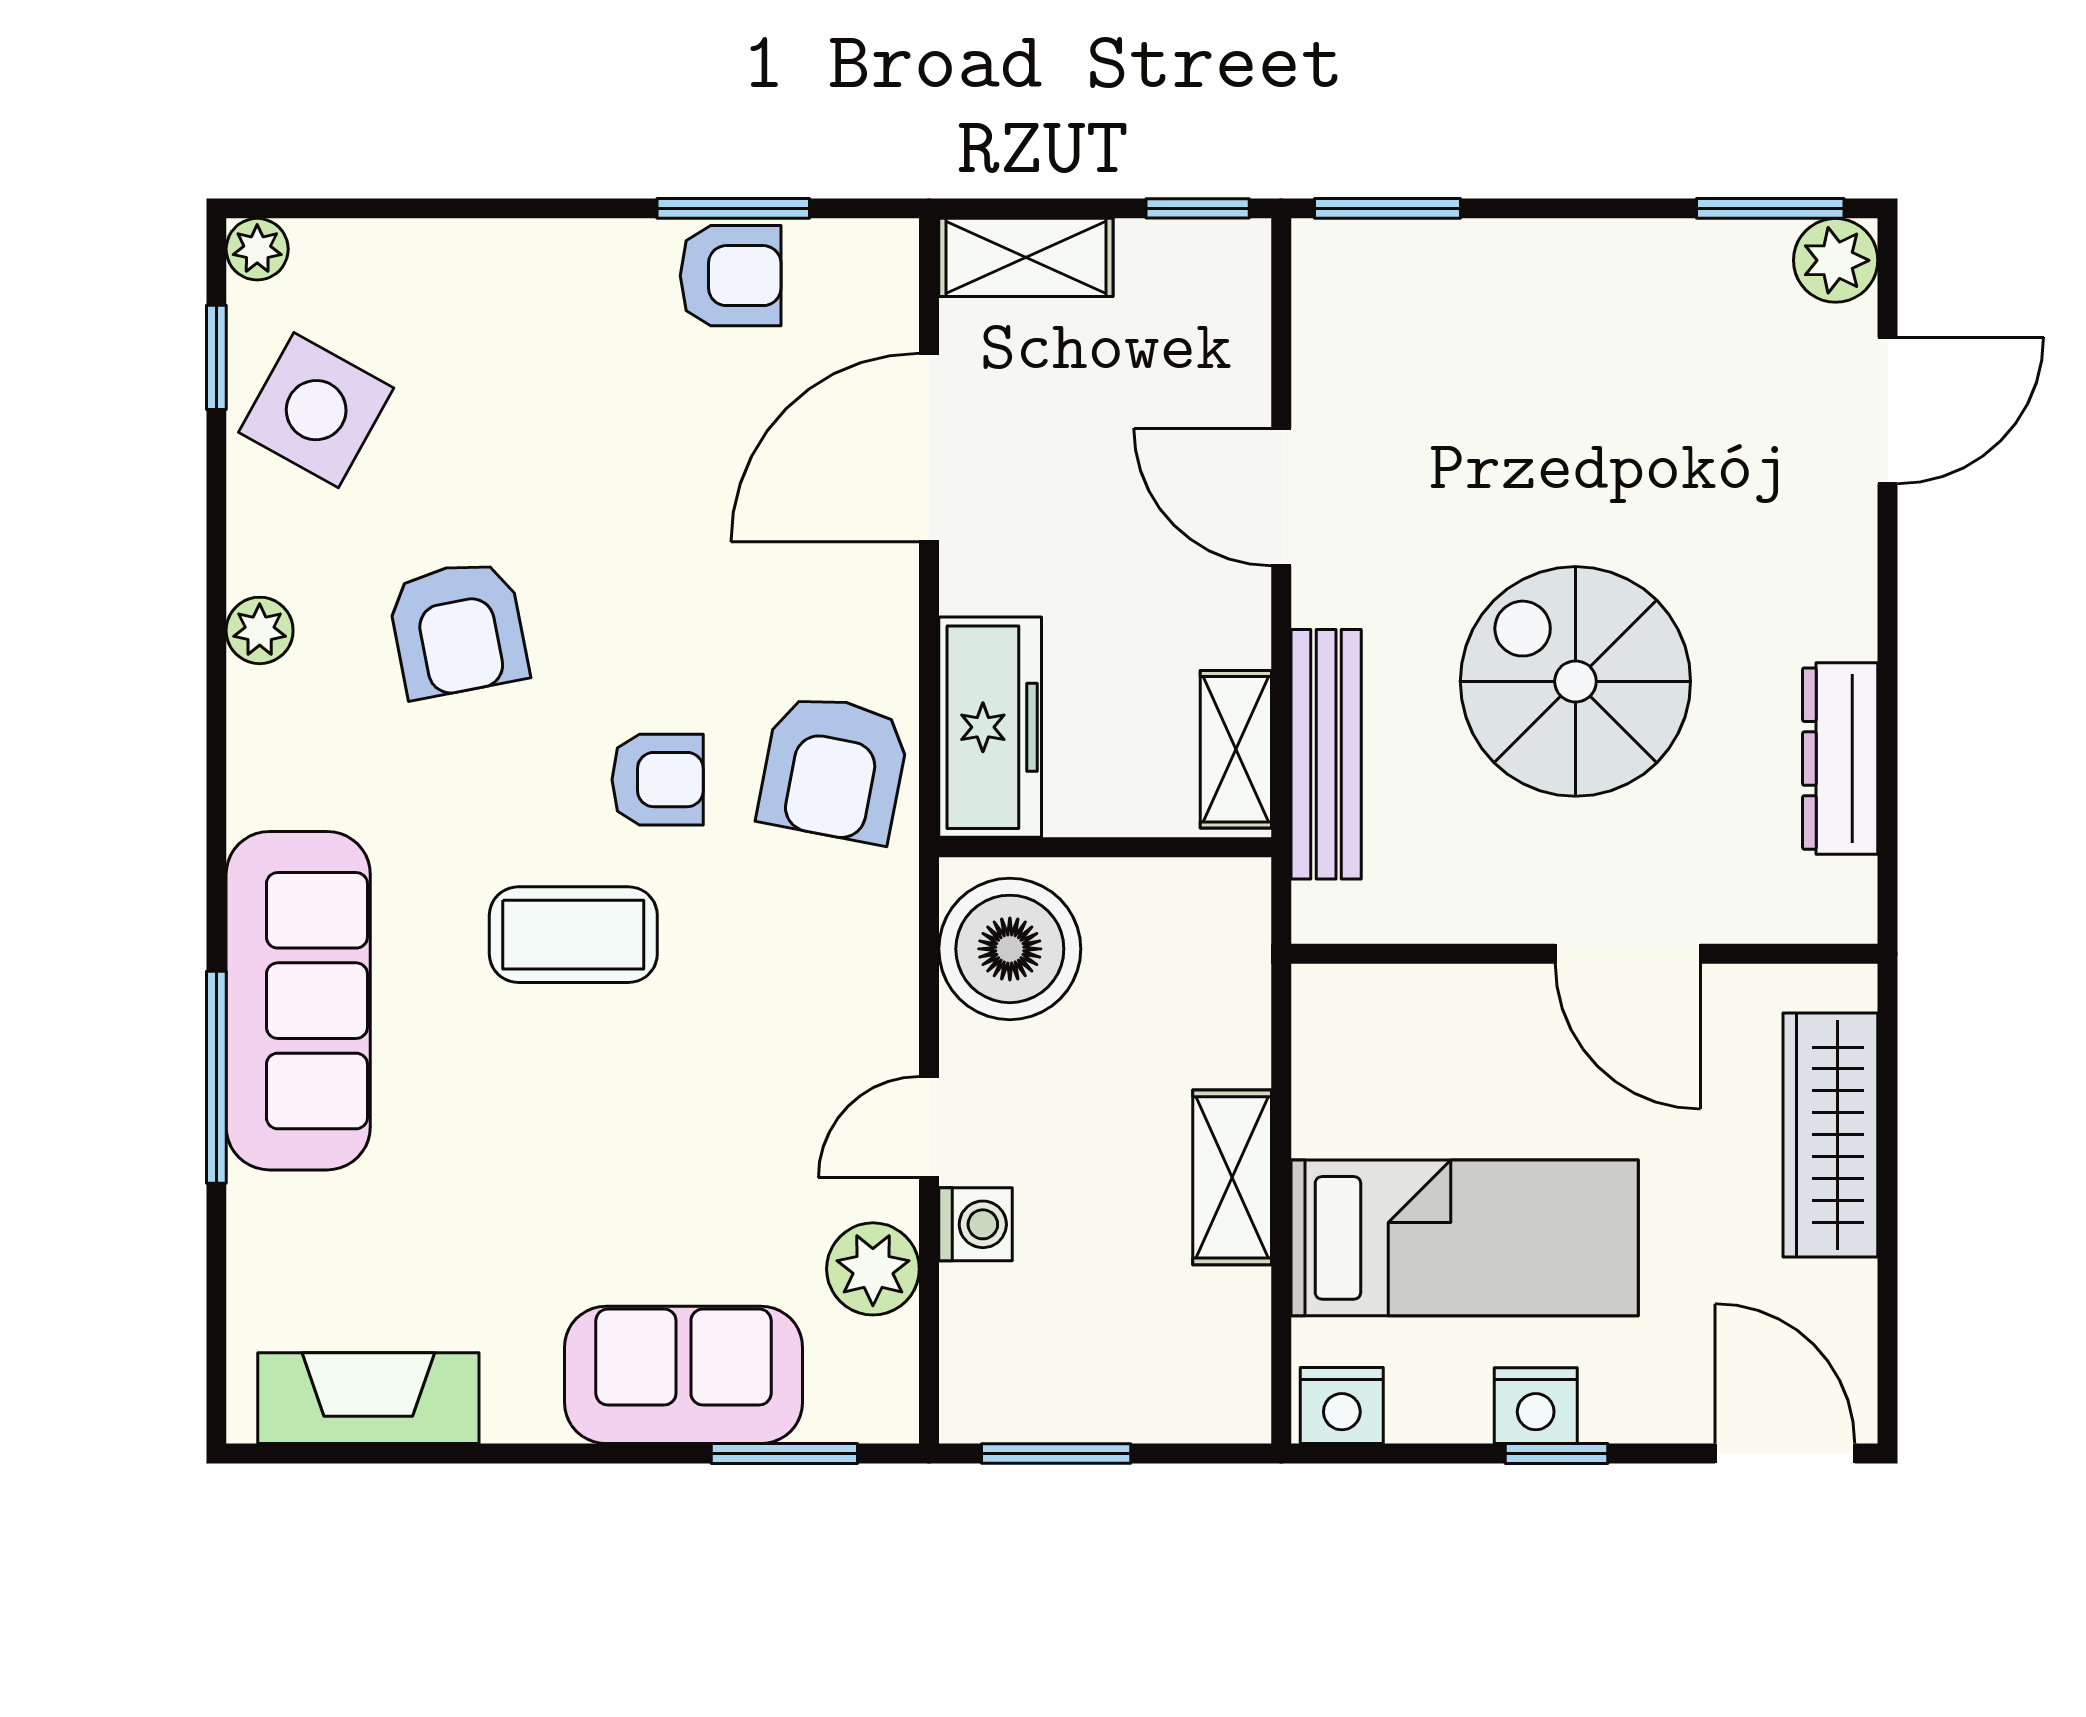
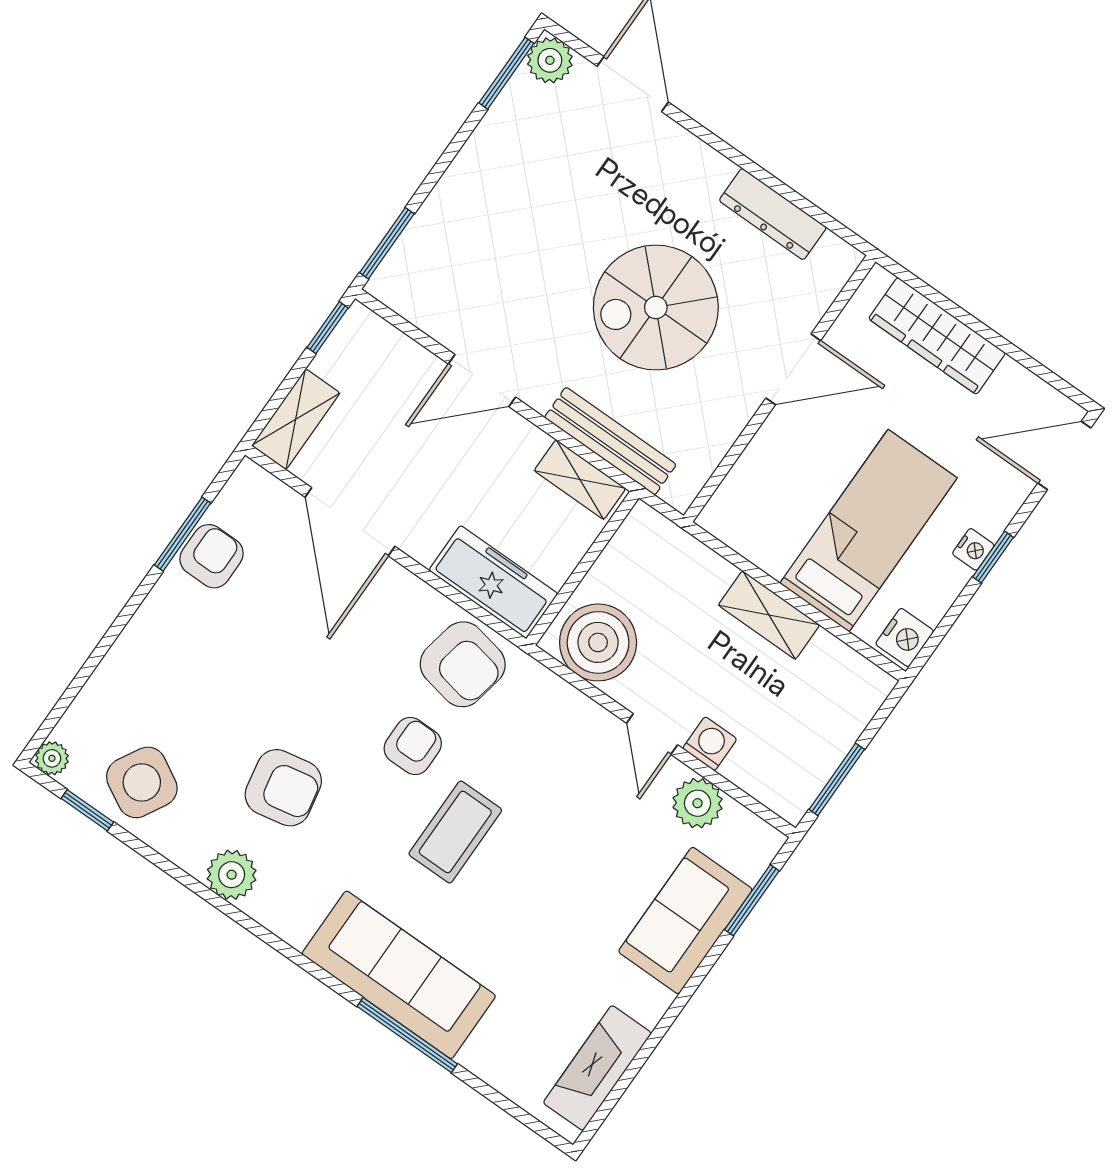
plant: (260, 630) -> (232, 875), width x1.38, depth x1.38
nightstand: (1536, 1406) -> (973, 549), width x0.72, depth x0.74

